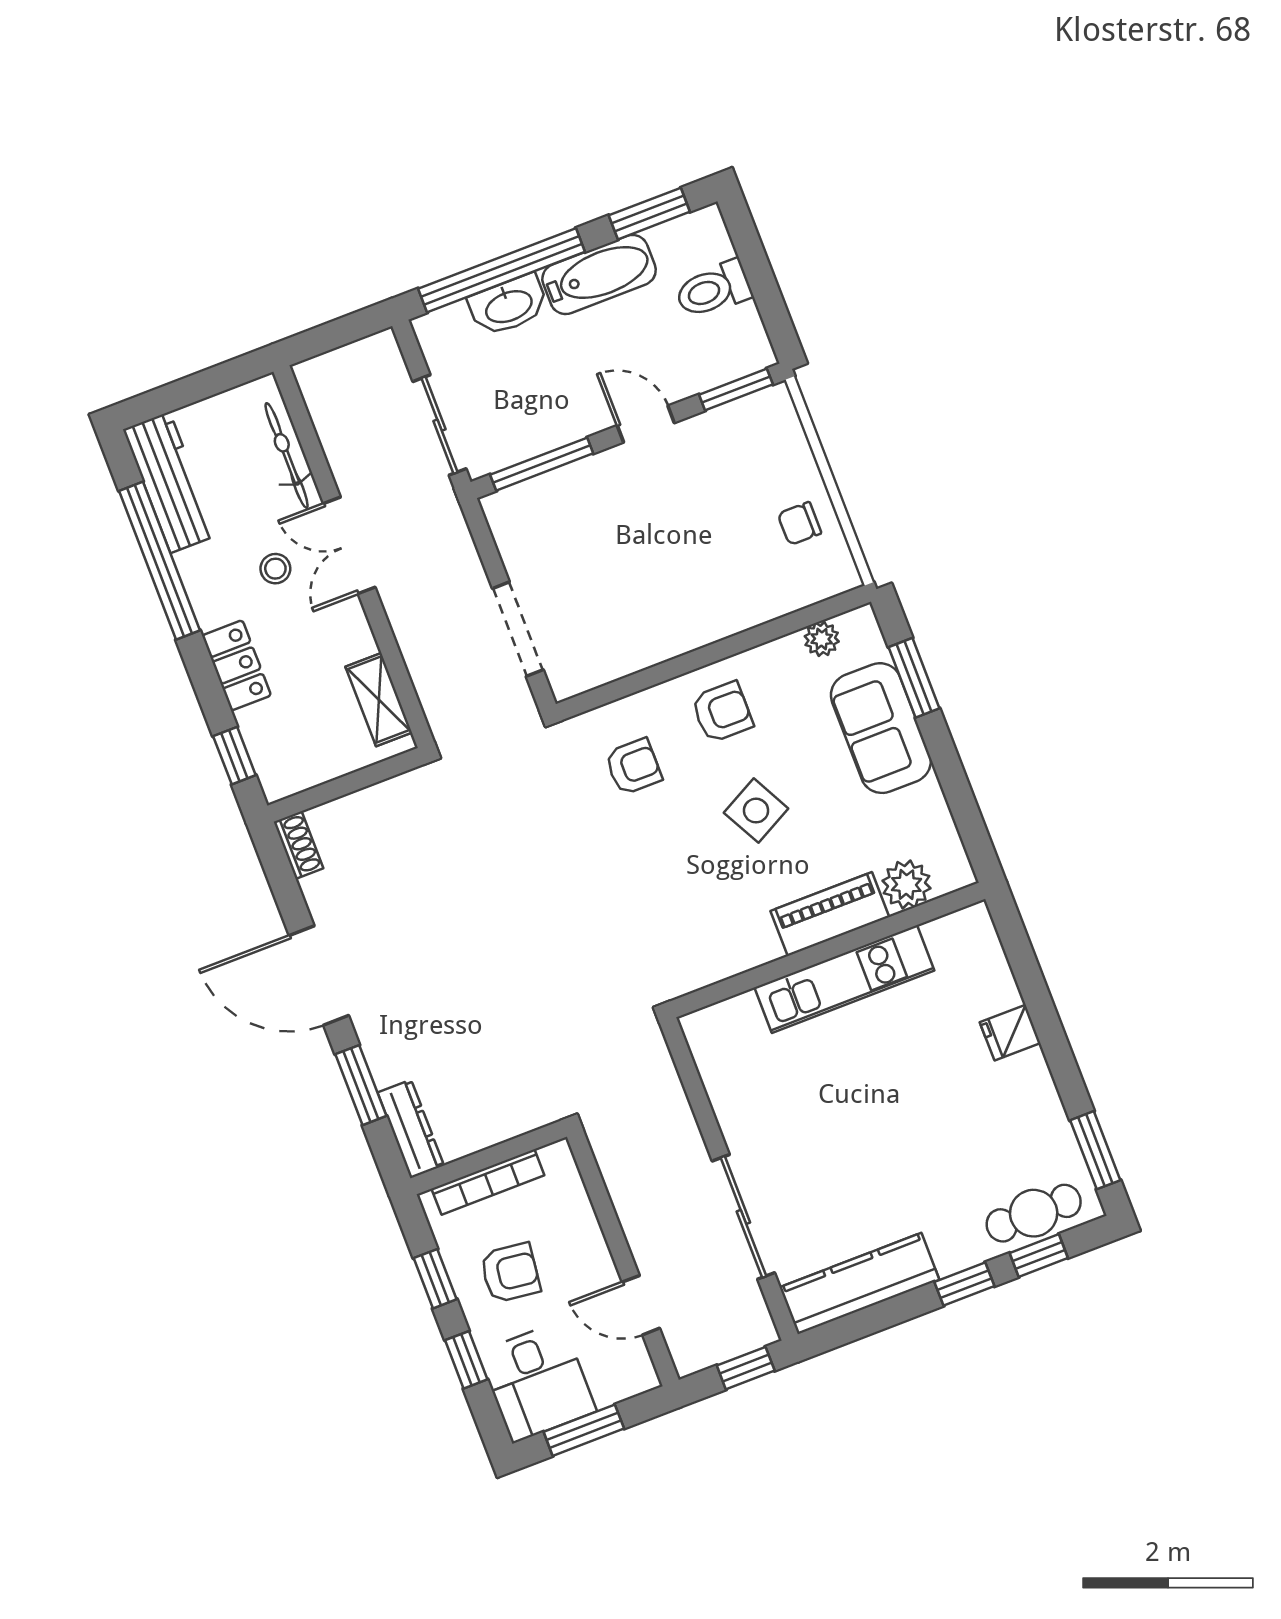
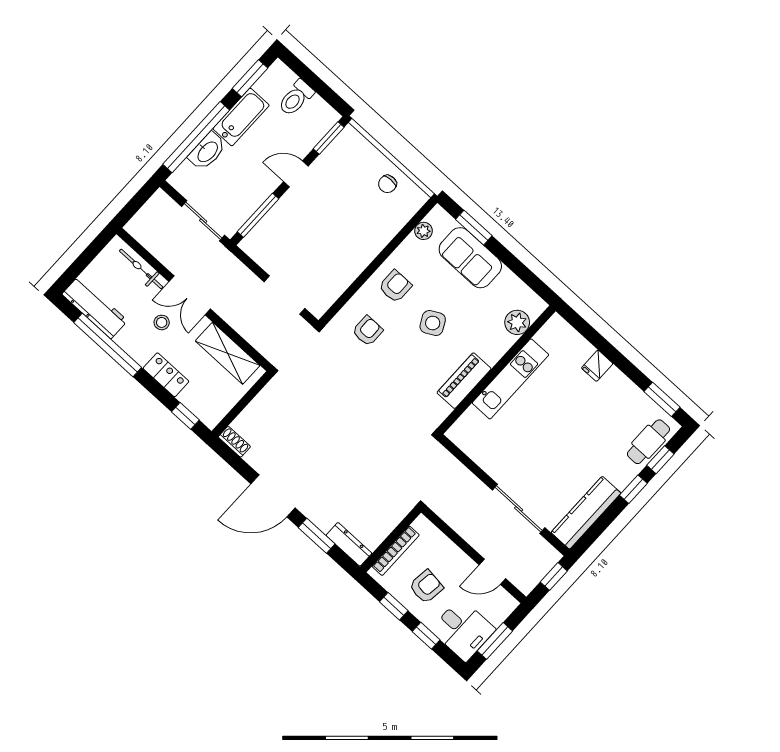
shelving: (379, 700) -> (228, 353), width x1.50, depth x1.33
piano: (830, 914) -> (464, 381), moved

